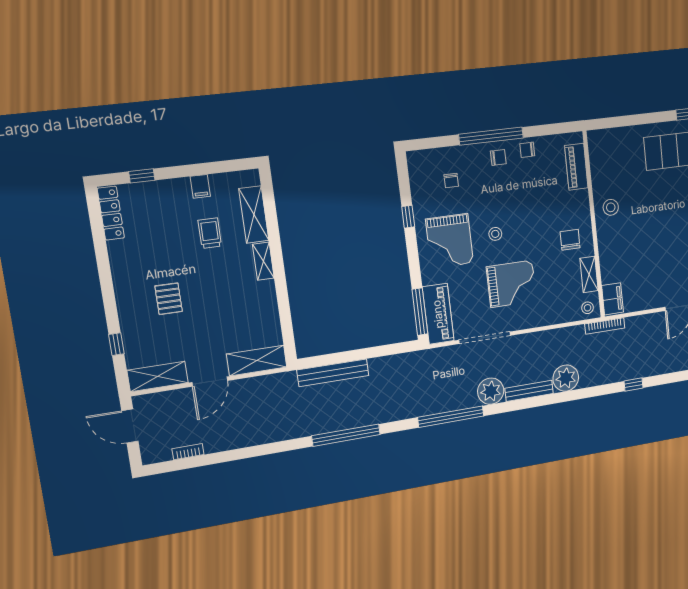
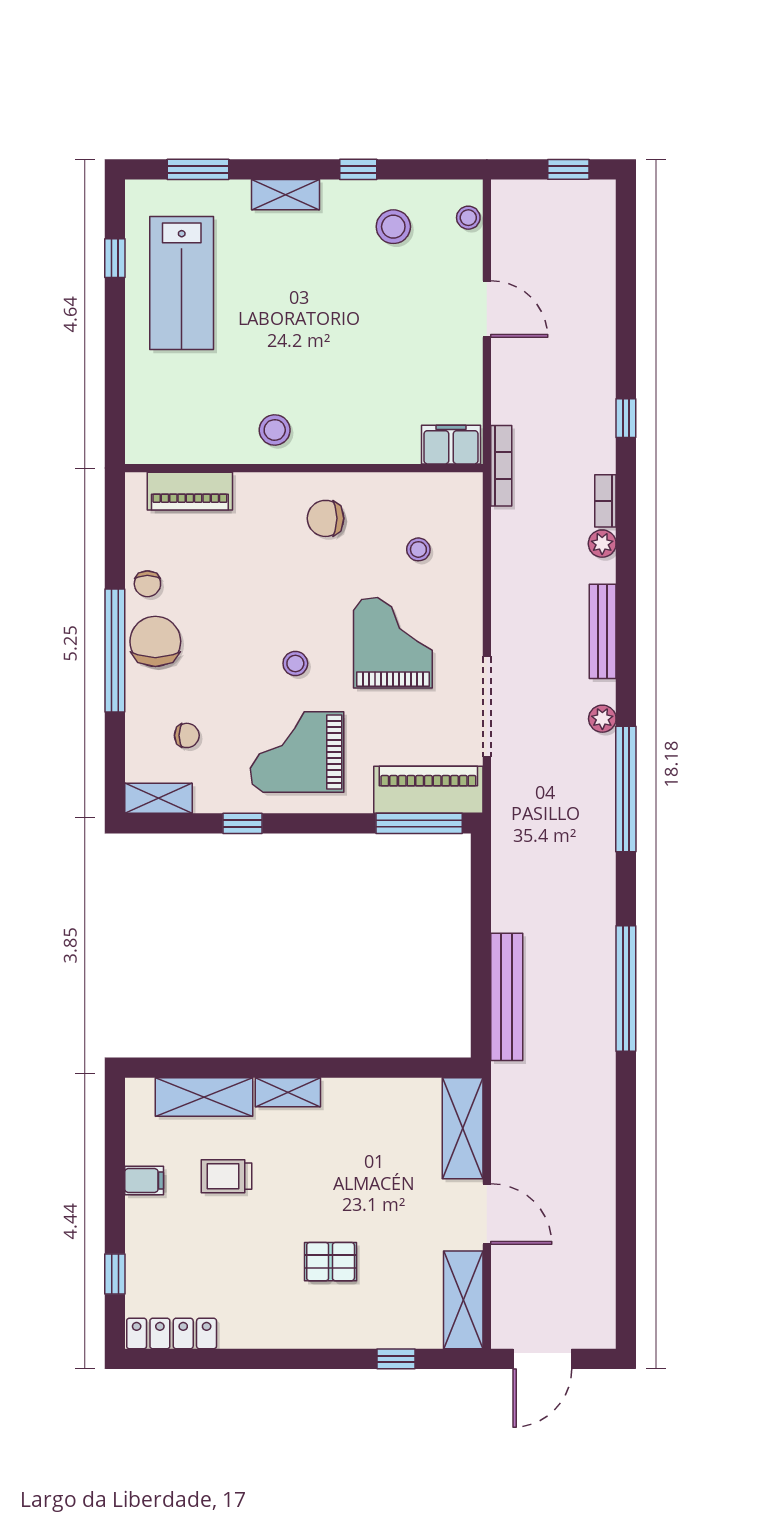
chair: (498, 157) -> (155, 641), width x1.87, depth x1.87
grand piano: (450, 241) -> (297, 752), turned 180
shelving: (589, 274) -> (159, 798), moved
stool: (588, 308) -> (418, 549), moved
plant: (566, 378) -> (602, 544), width x0.53, depth x0.53
plant: (491, 391) -> (602, 719), width x0.53, depth x0.53
bookcase: (188, 452) -> (605, 501), moved

